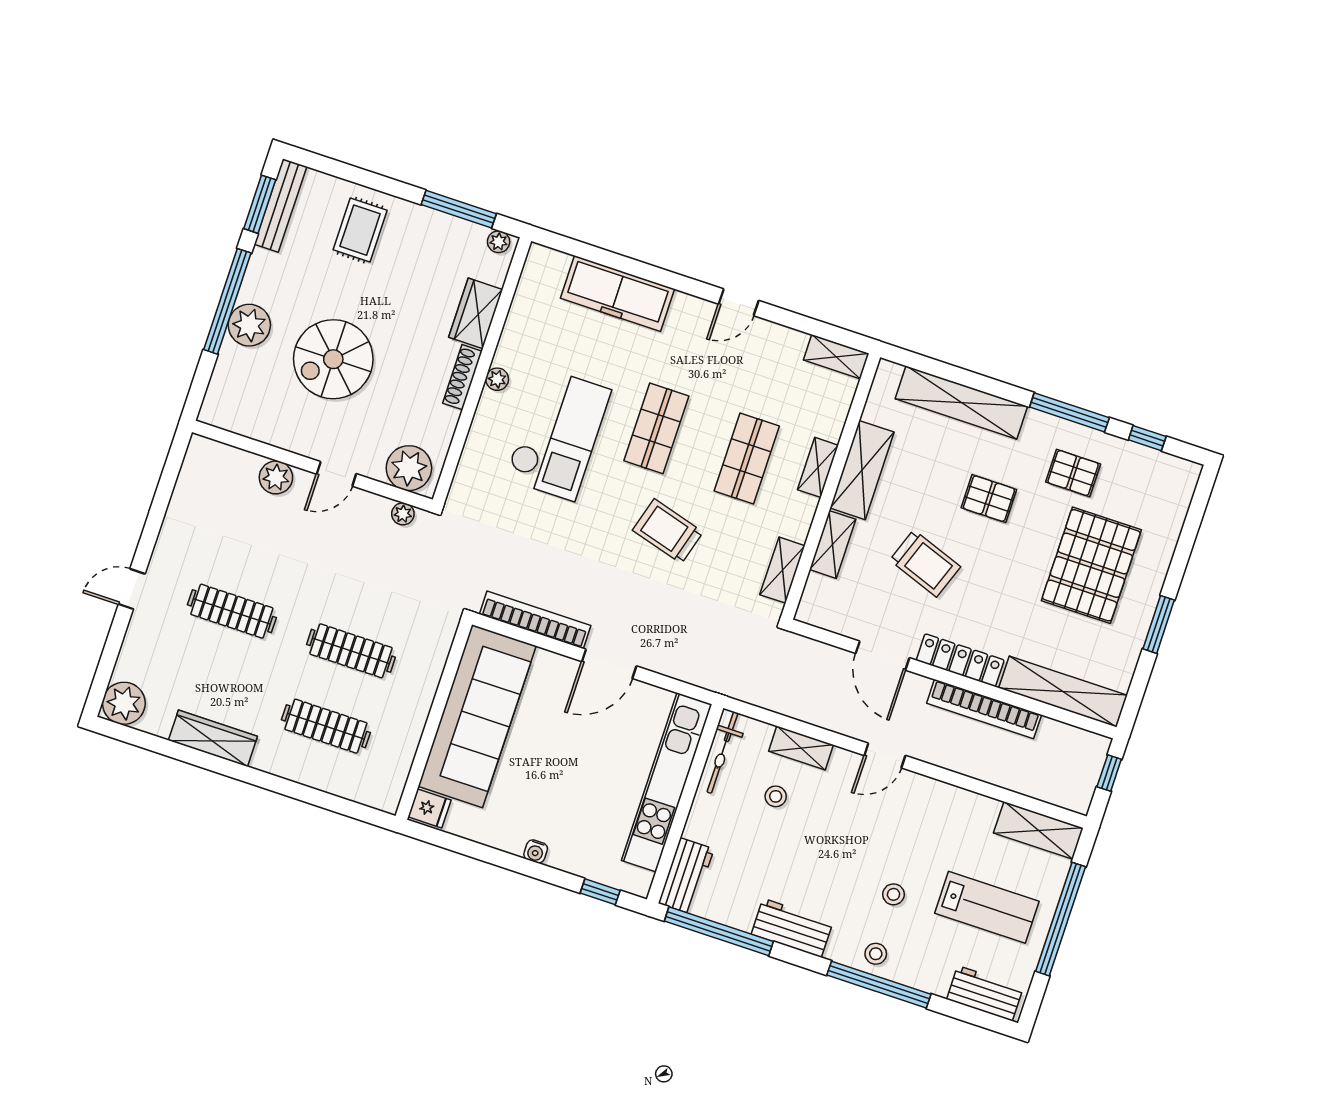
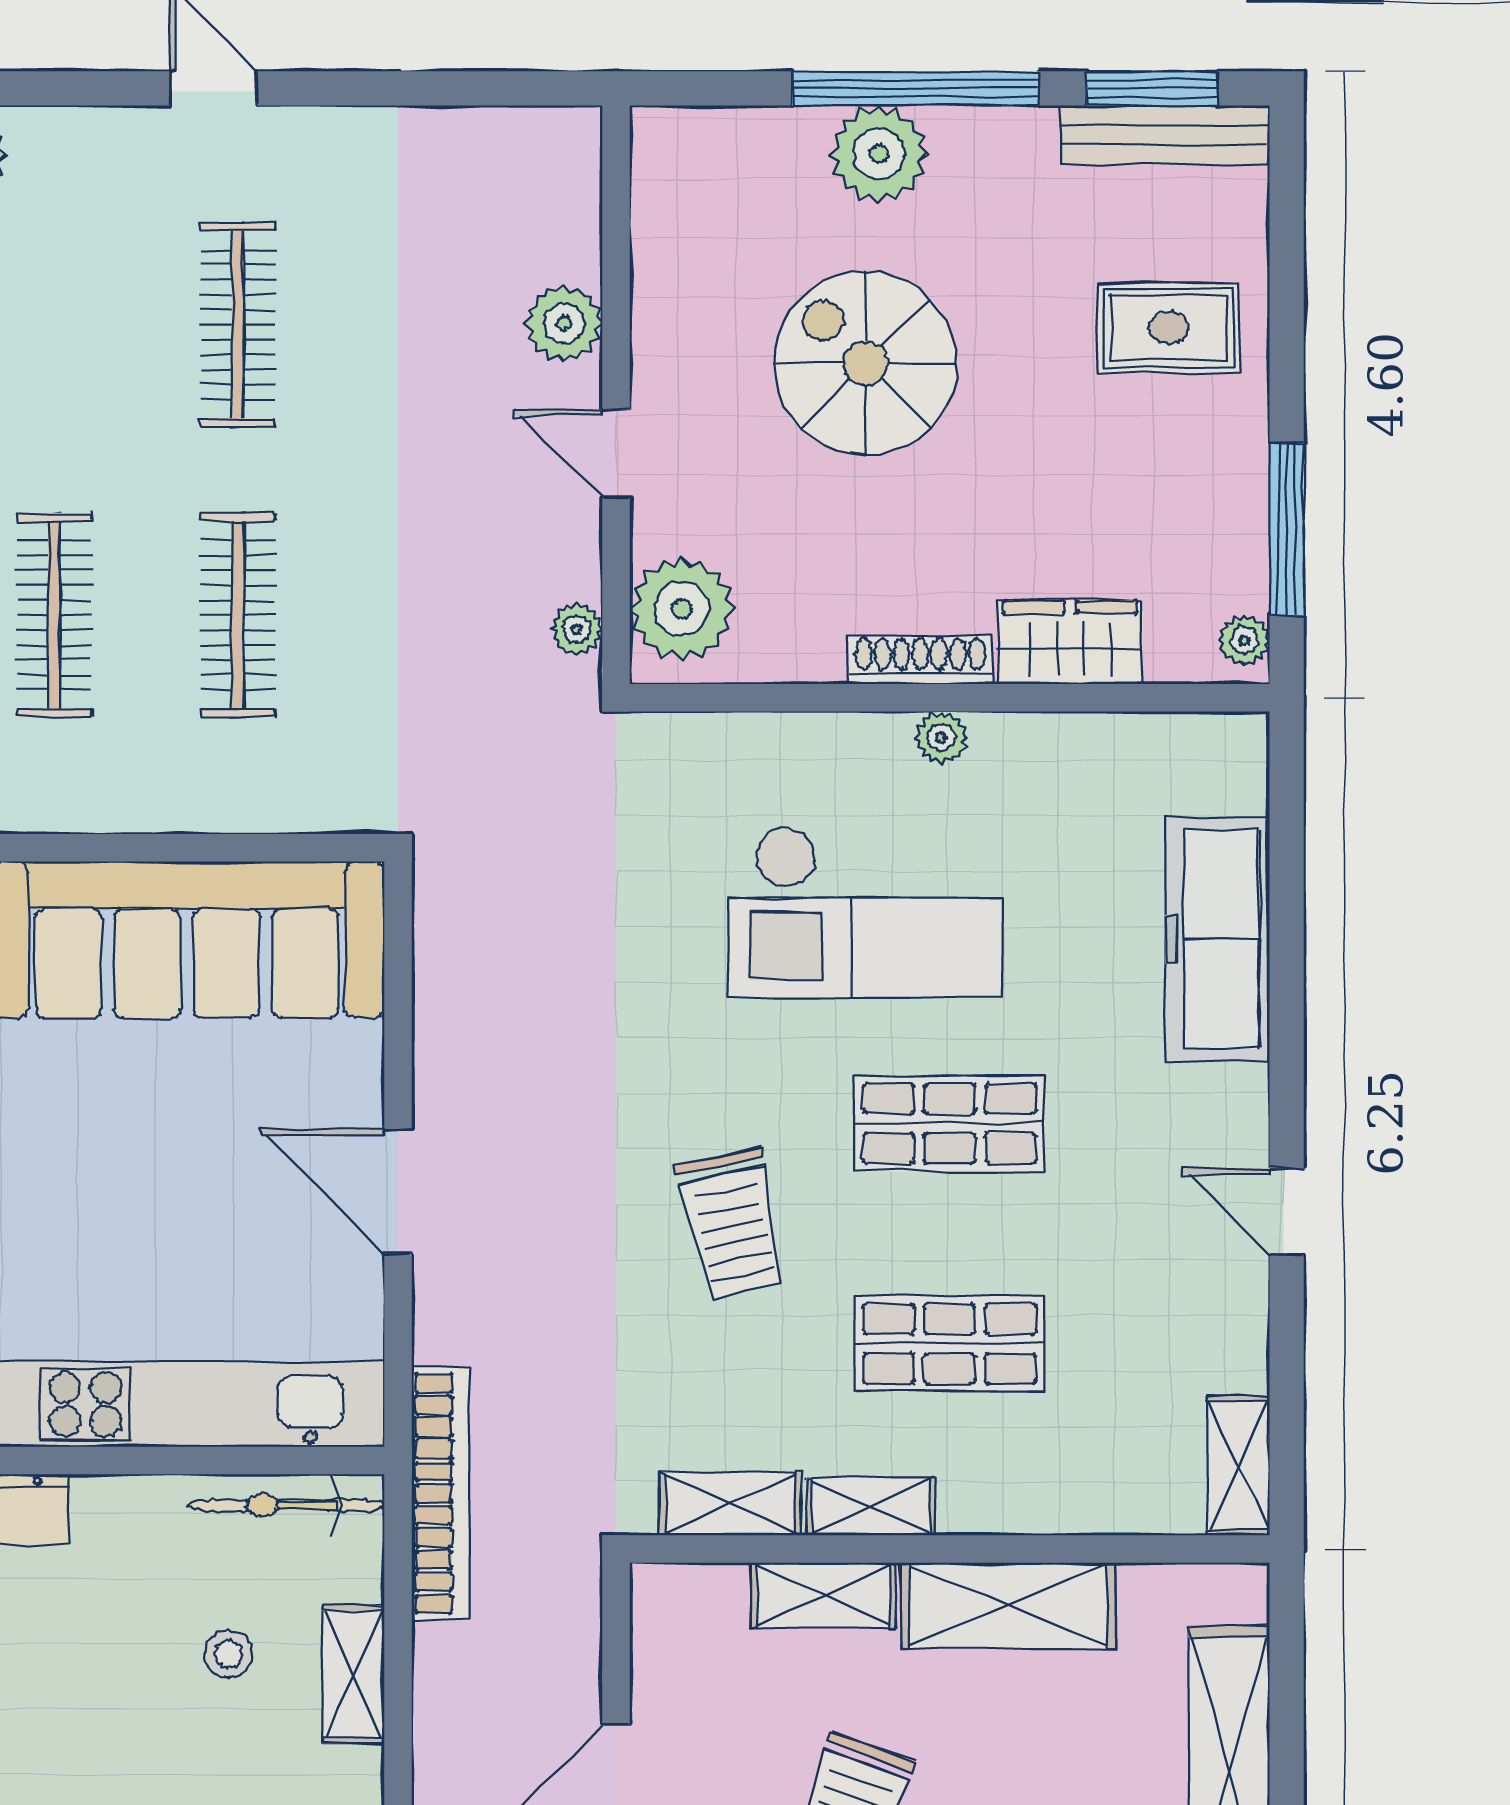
shelving: (818, 467) -> (871, 1506), moved
trolley: (668, 531) -> (732, 1223), turned 152
bookcase: (535, 620) -> (440, 1493), moved

